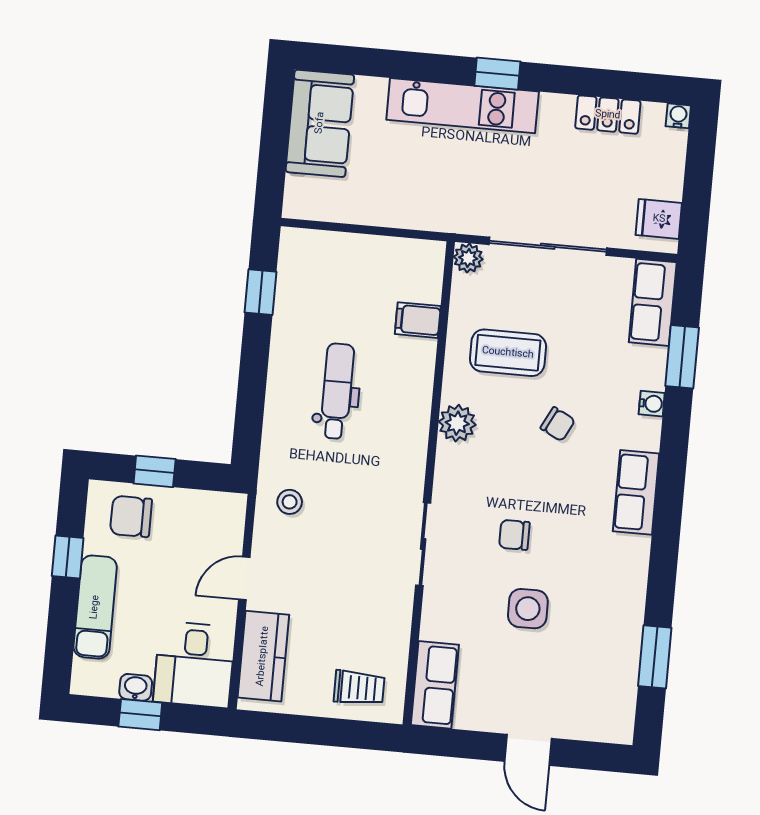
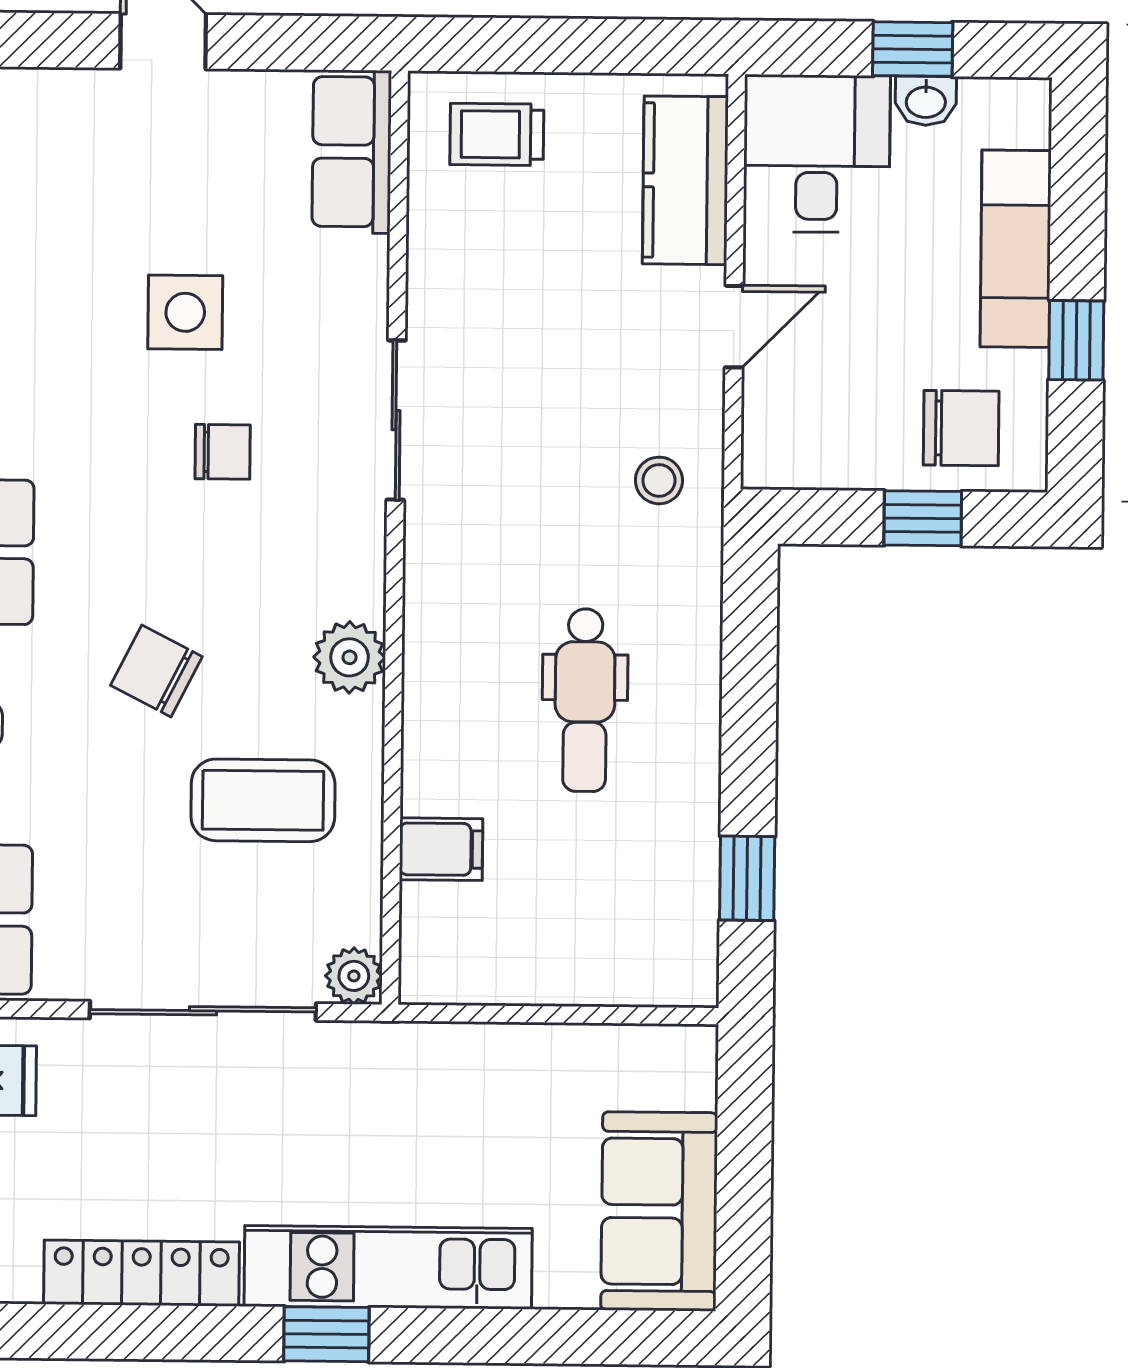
locker: (608, 115) -> (142, 1273), width x1.53
chair: (558, 424) -> (156, 671), width x1.37, depth x1.37

